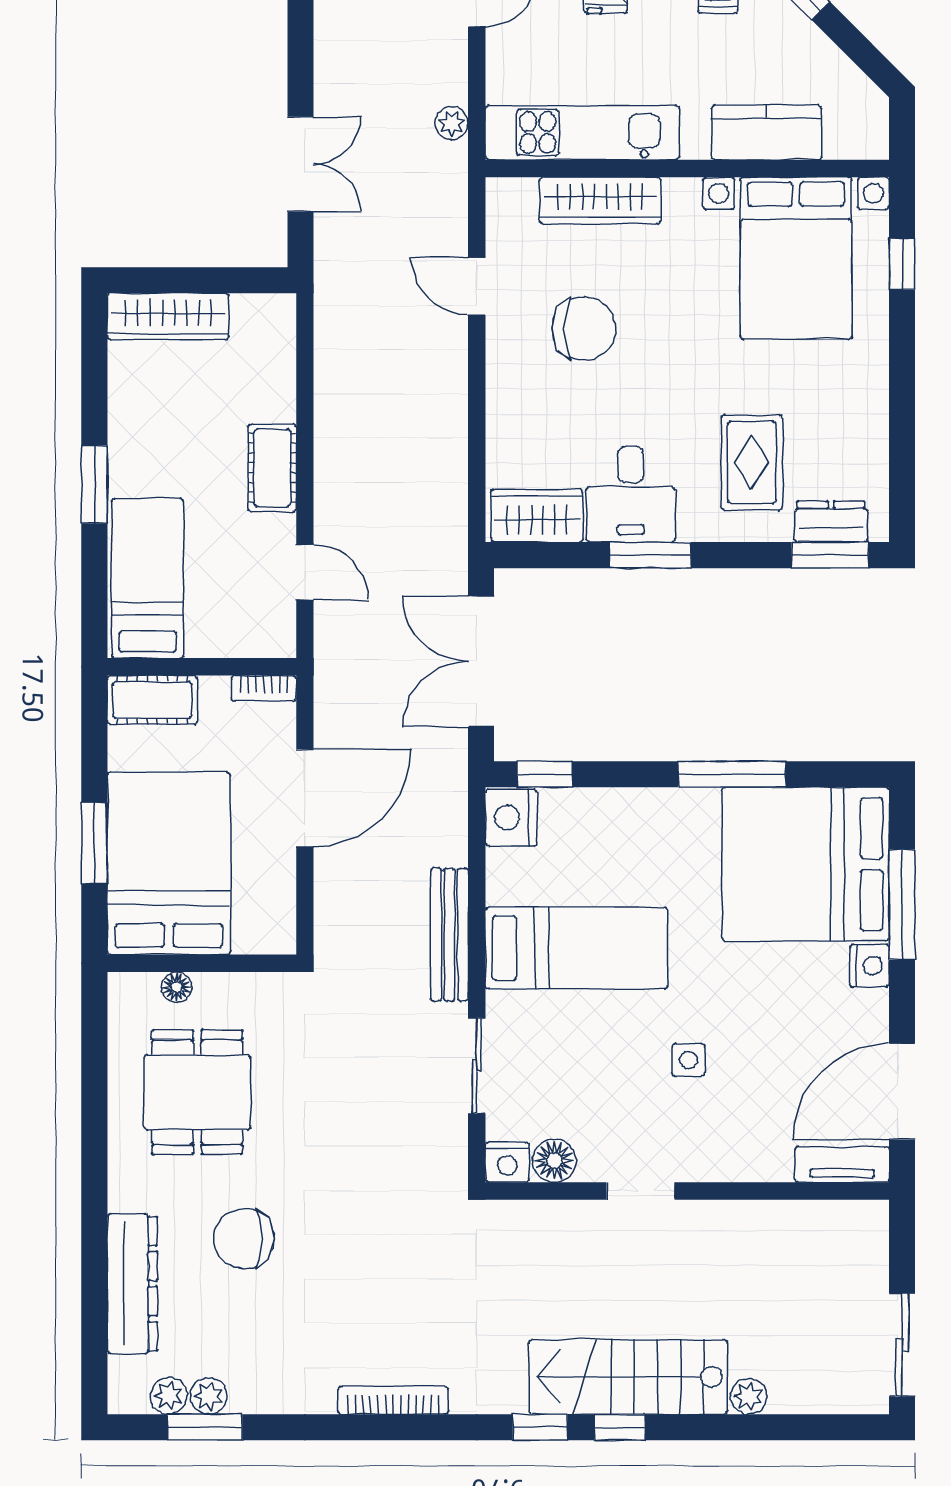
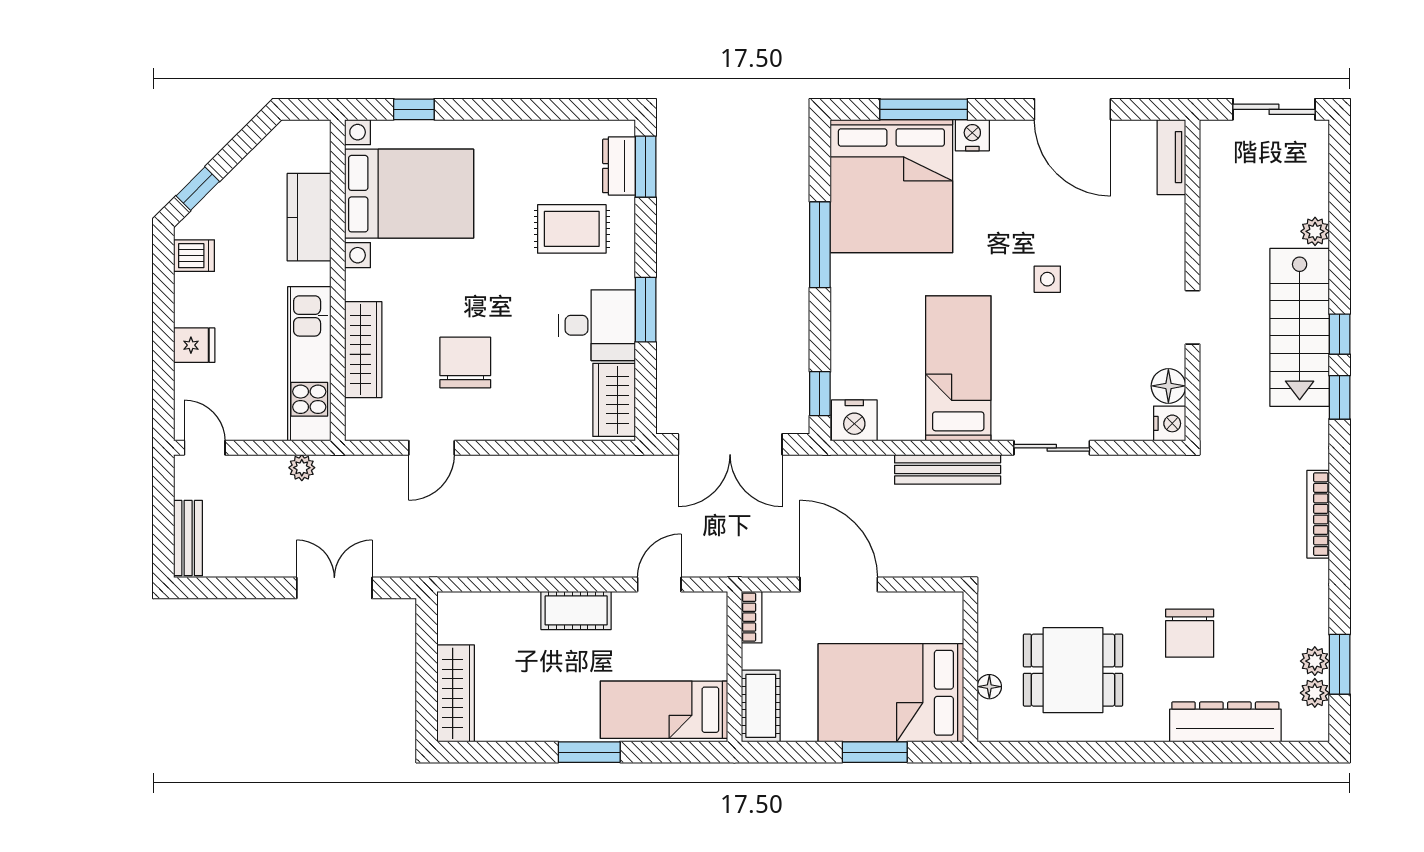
floor lamp: (554, 1161) -> (1168, 386), moved
nightstand: (507, 1162) -> (1170, 423), moved
tv unit: (842, 1164) -> (1171, 157), moved
doorway: (641, 1191) -> (1193, 317), moved
wall: (687, 1191) -> (1193, 280), moved

